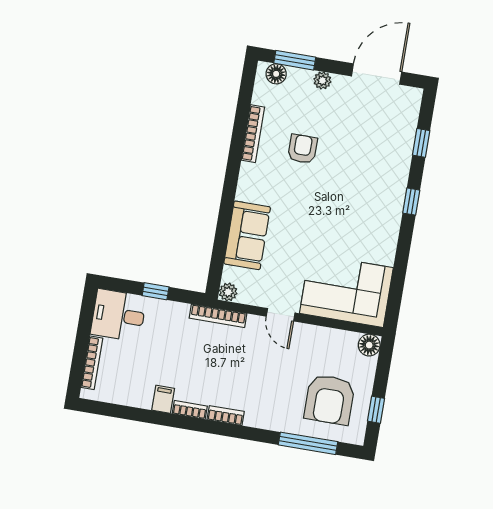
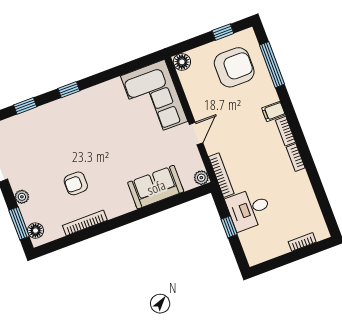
desk: (118, 315) -> (249, 209), moved, turned 90
bookcase: (92, 363) -> (302, 242), width x0.64
filing cabinet: (163, 399) -> (273, 111), moved

